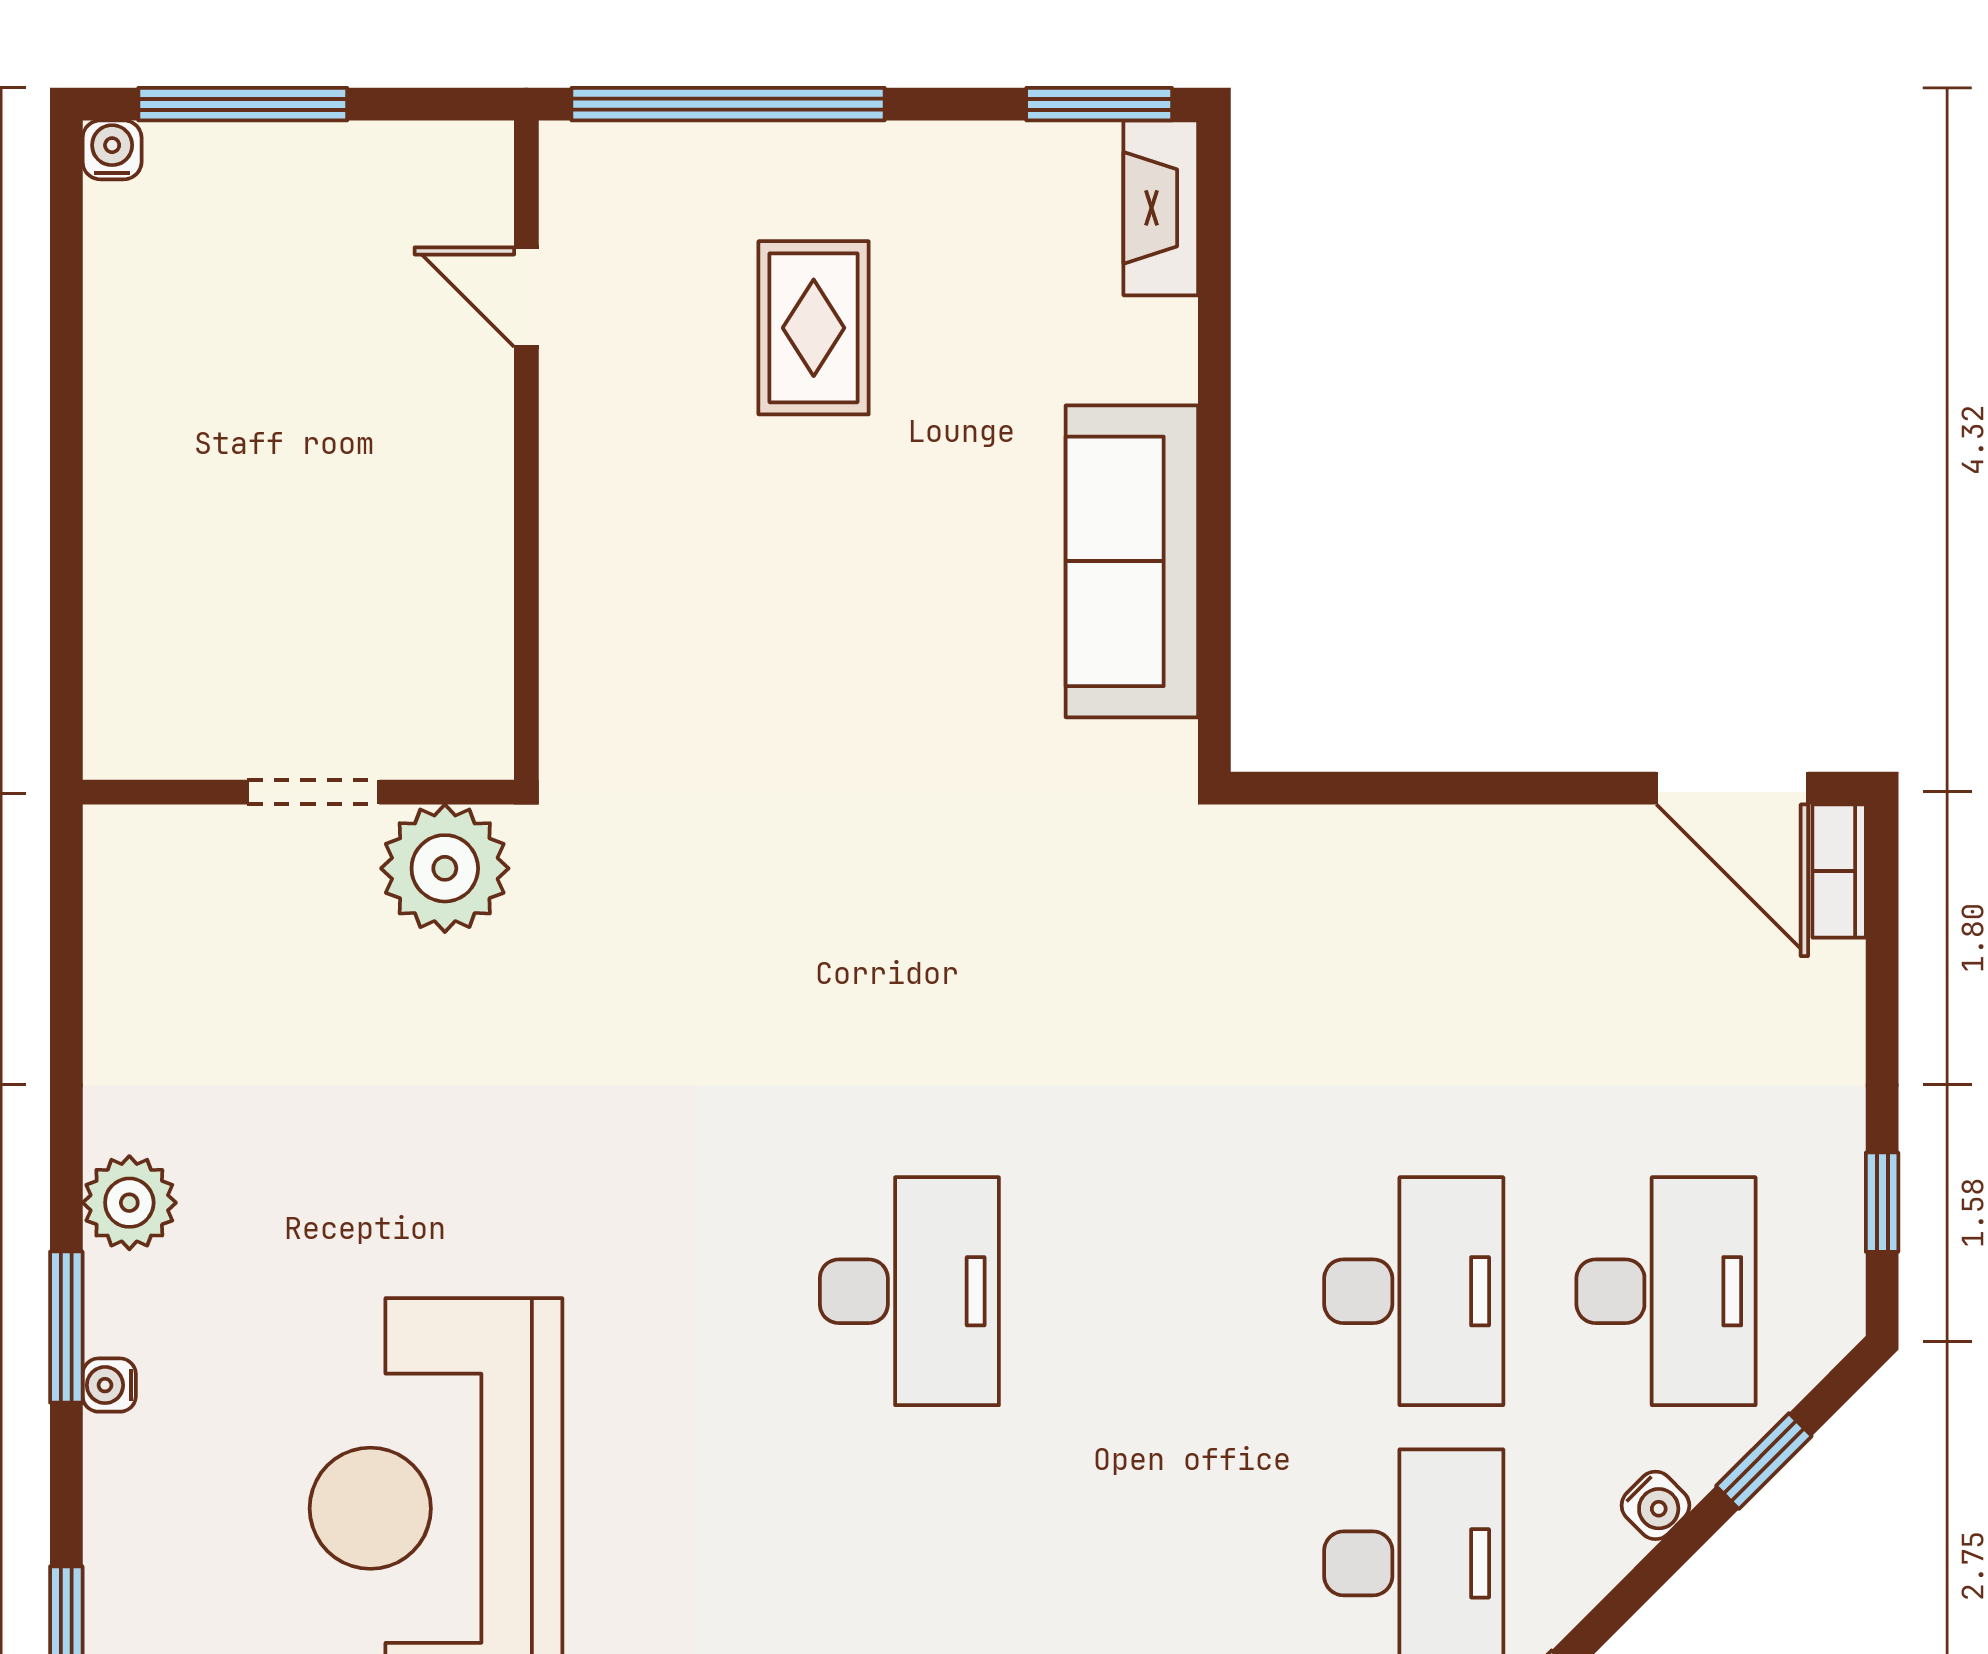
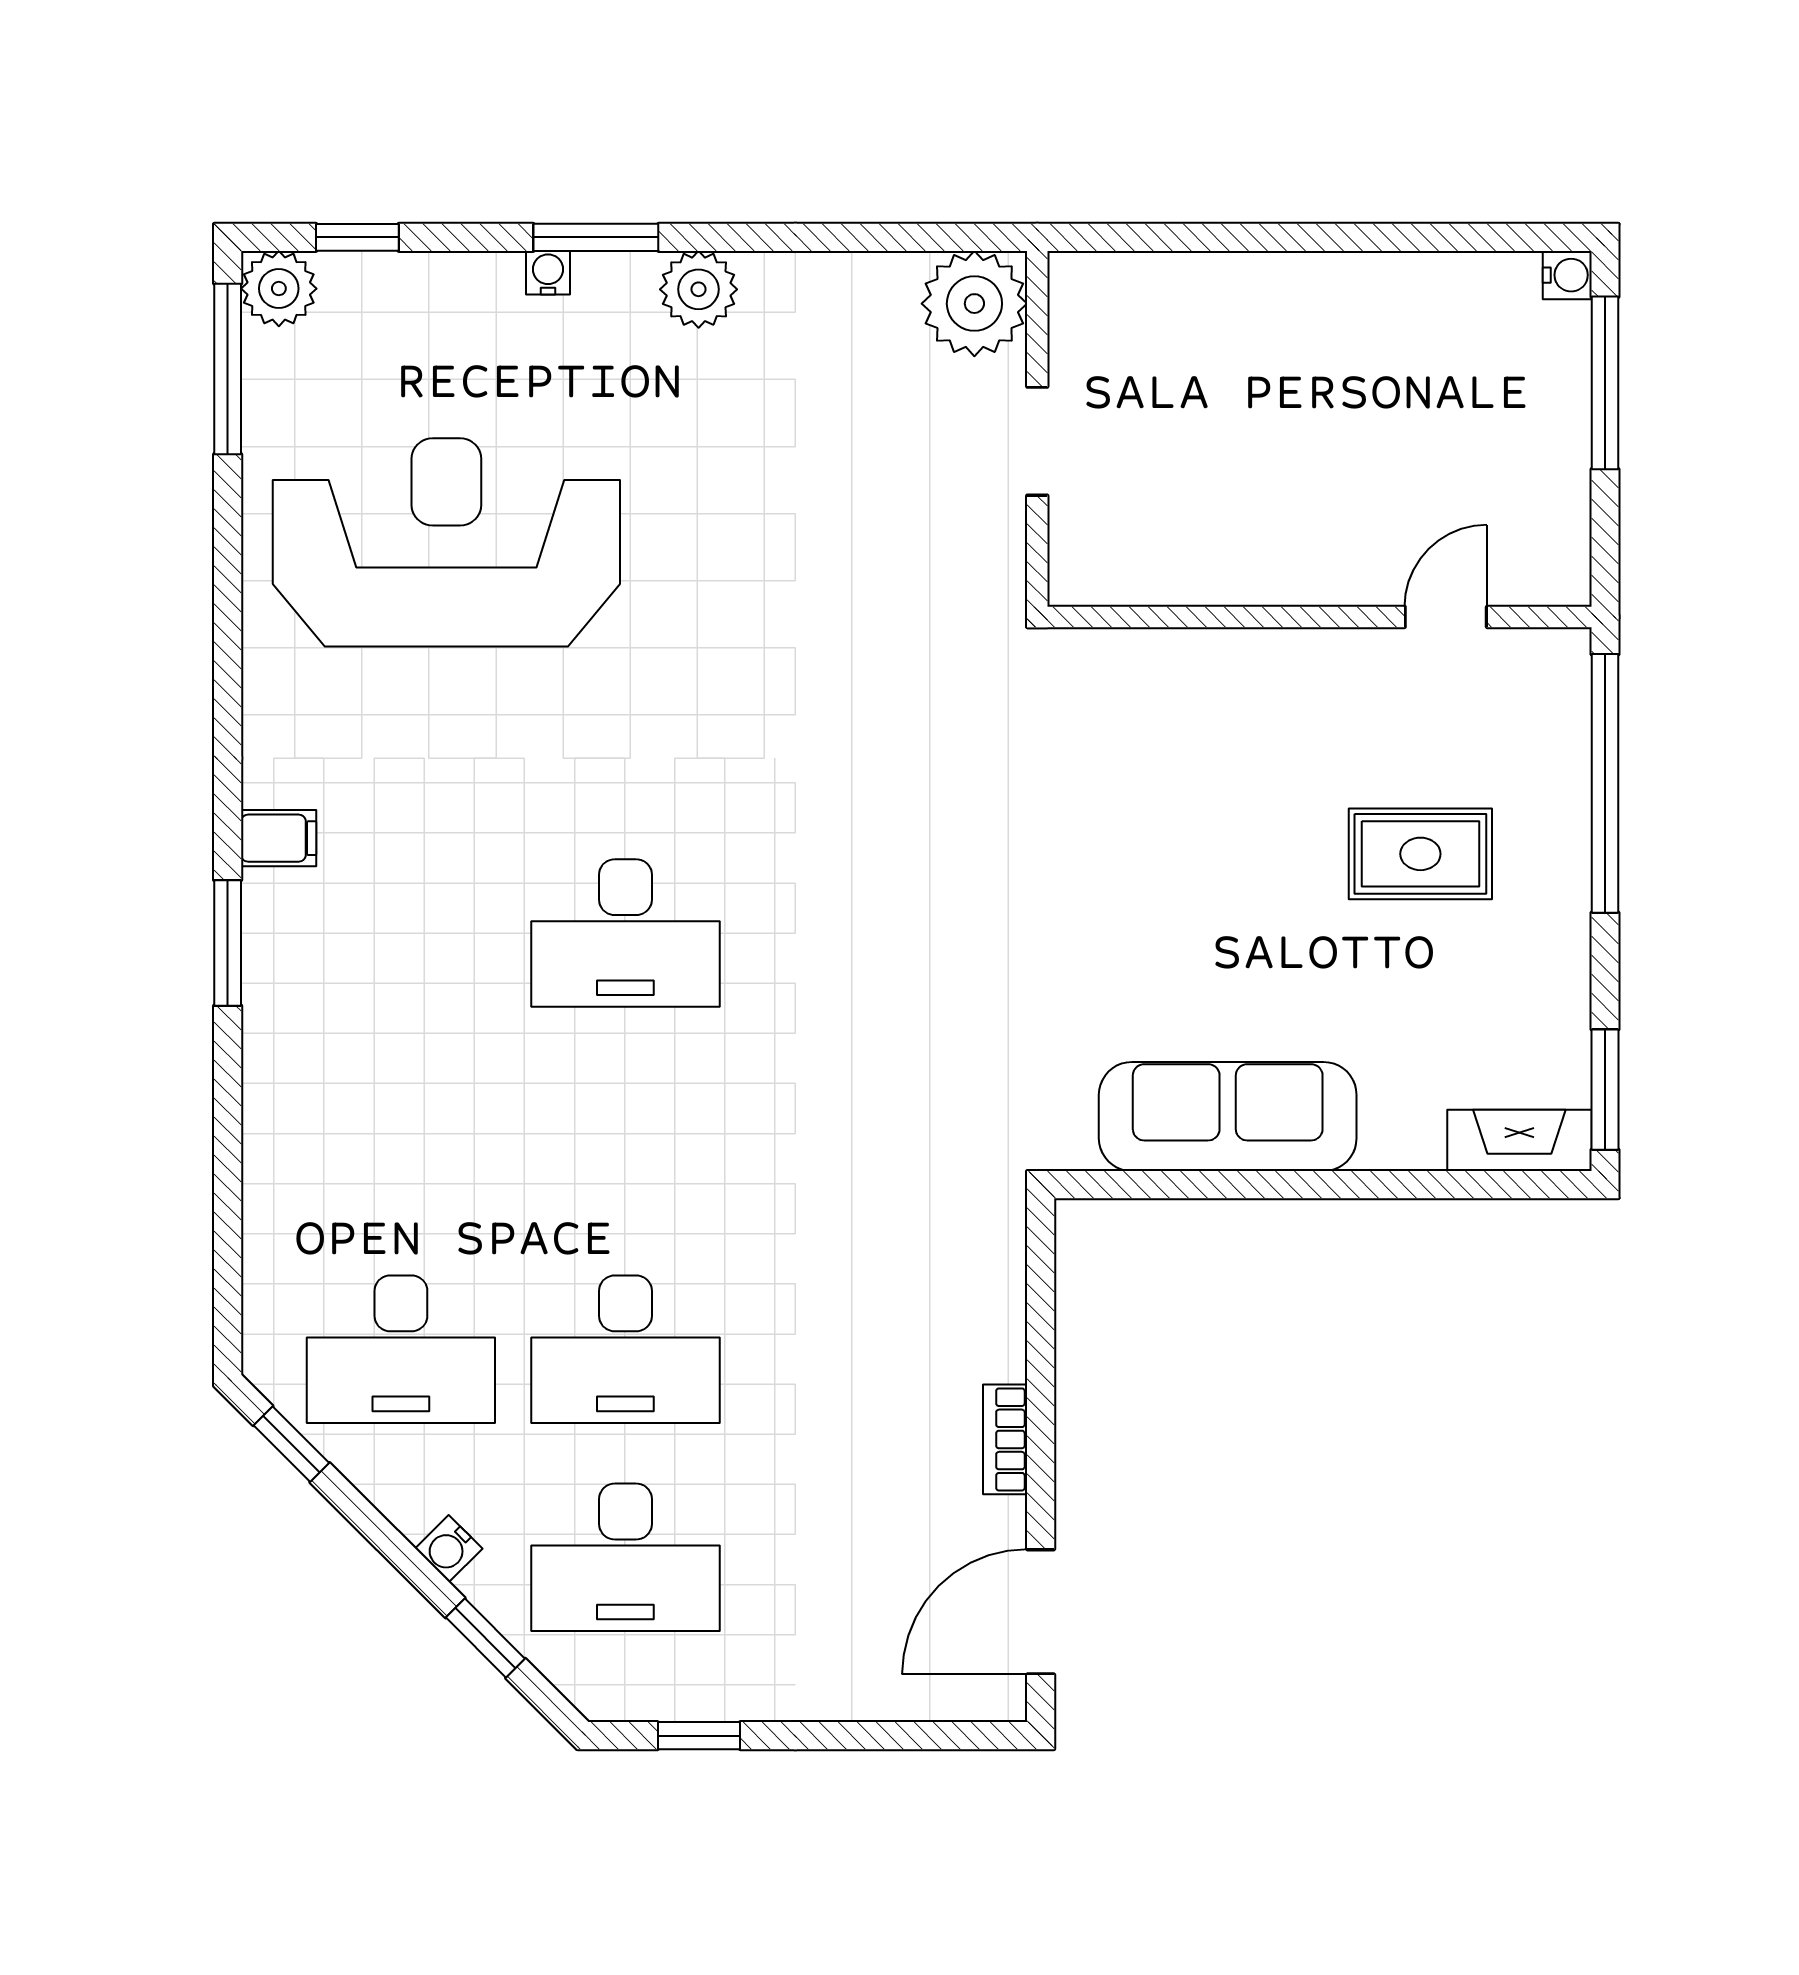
plant: (445, 868) -> (974, 304), moved
bookcase: (1839, 871) -> (1005, 1439), moved, turned -90

